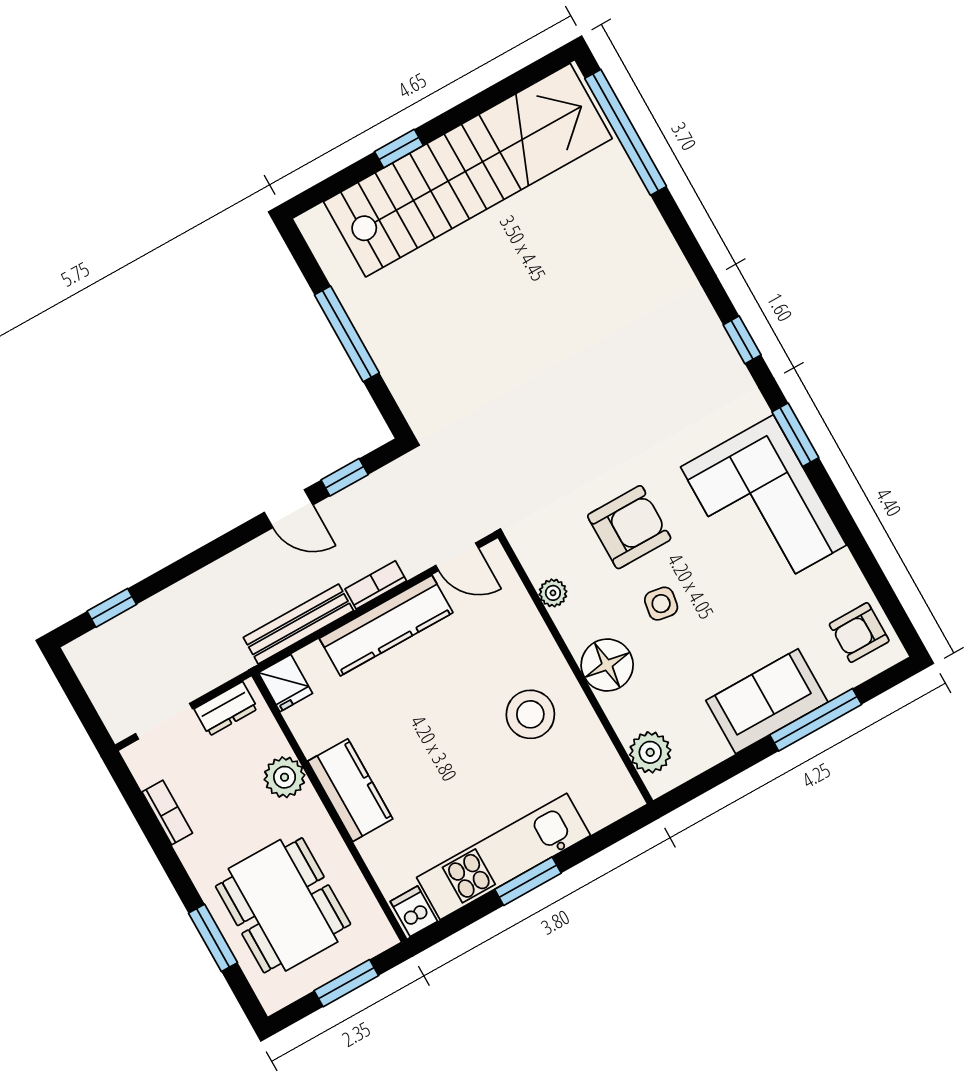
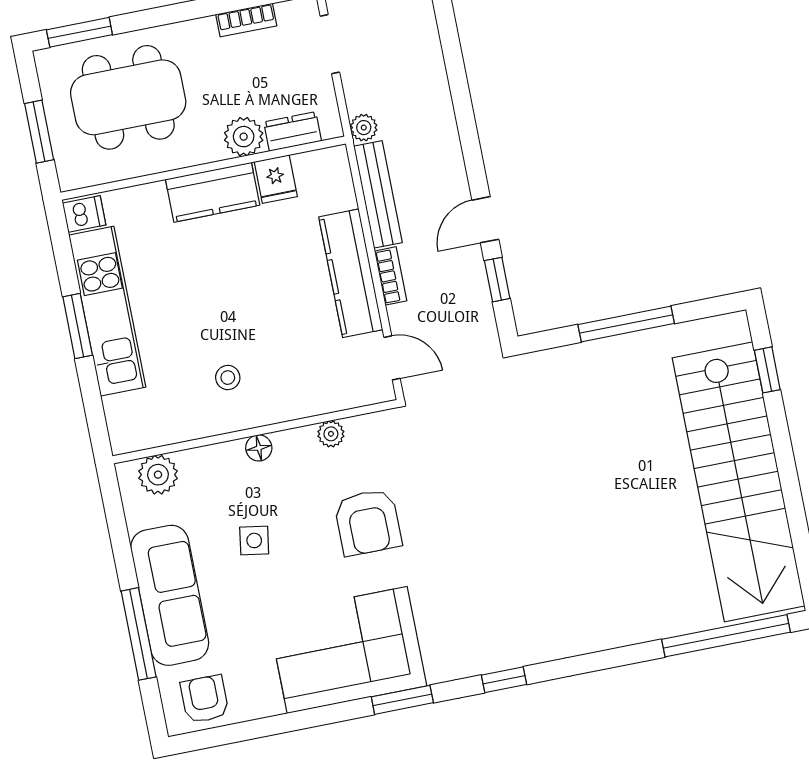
window: (399, 149) -> (767, 370), moved
door: (457, 557) -> (392, 358), swing flipped
side table: (661, 604) -> (254, 540), moved
window: (112, 608) -> (448, 30), removed
plant: (236, 660) -> (364, 128), added
floor lamp: (607, 665) -> (259, 448), width x0.53, depth x0.53
fridge: (285, 683) -> (276, 179), moved, turned -90
sofa: (767, 701) -> (170, 595), width x1.36
dresser: (226, 709) -> (293, 132), moved, turned 90
stool: (530, 714) -> (228, 378), width x0.53, depth x0.53
window: (213, 938) -> (79, 32), moved

